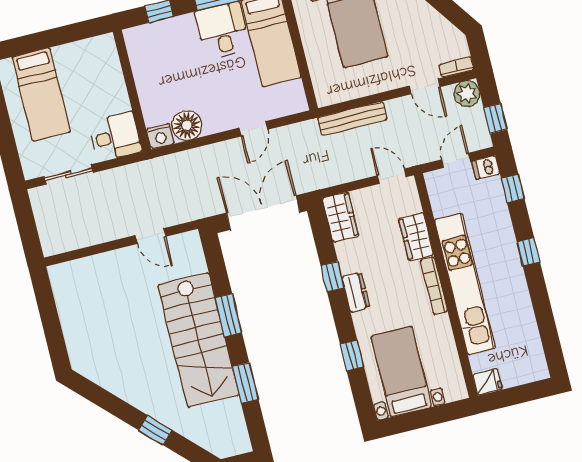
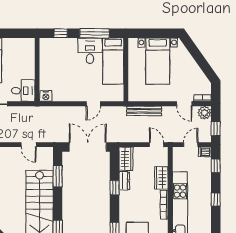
floor lamp: (187, 125) -> (60, 94), removed
dresser: (356, 292) -> (124, 181), moved
window: (228, 315) -> (58, 176), moved

